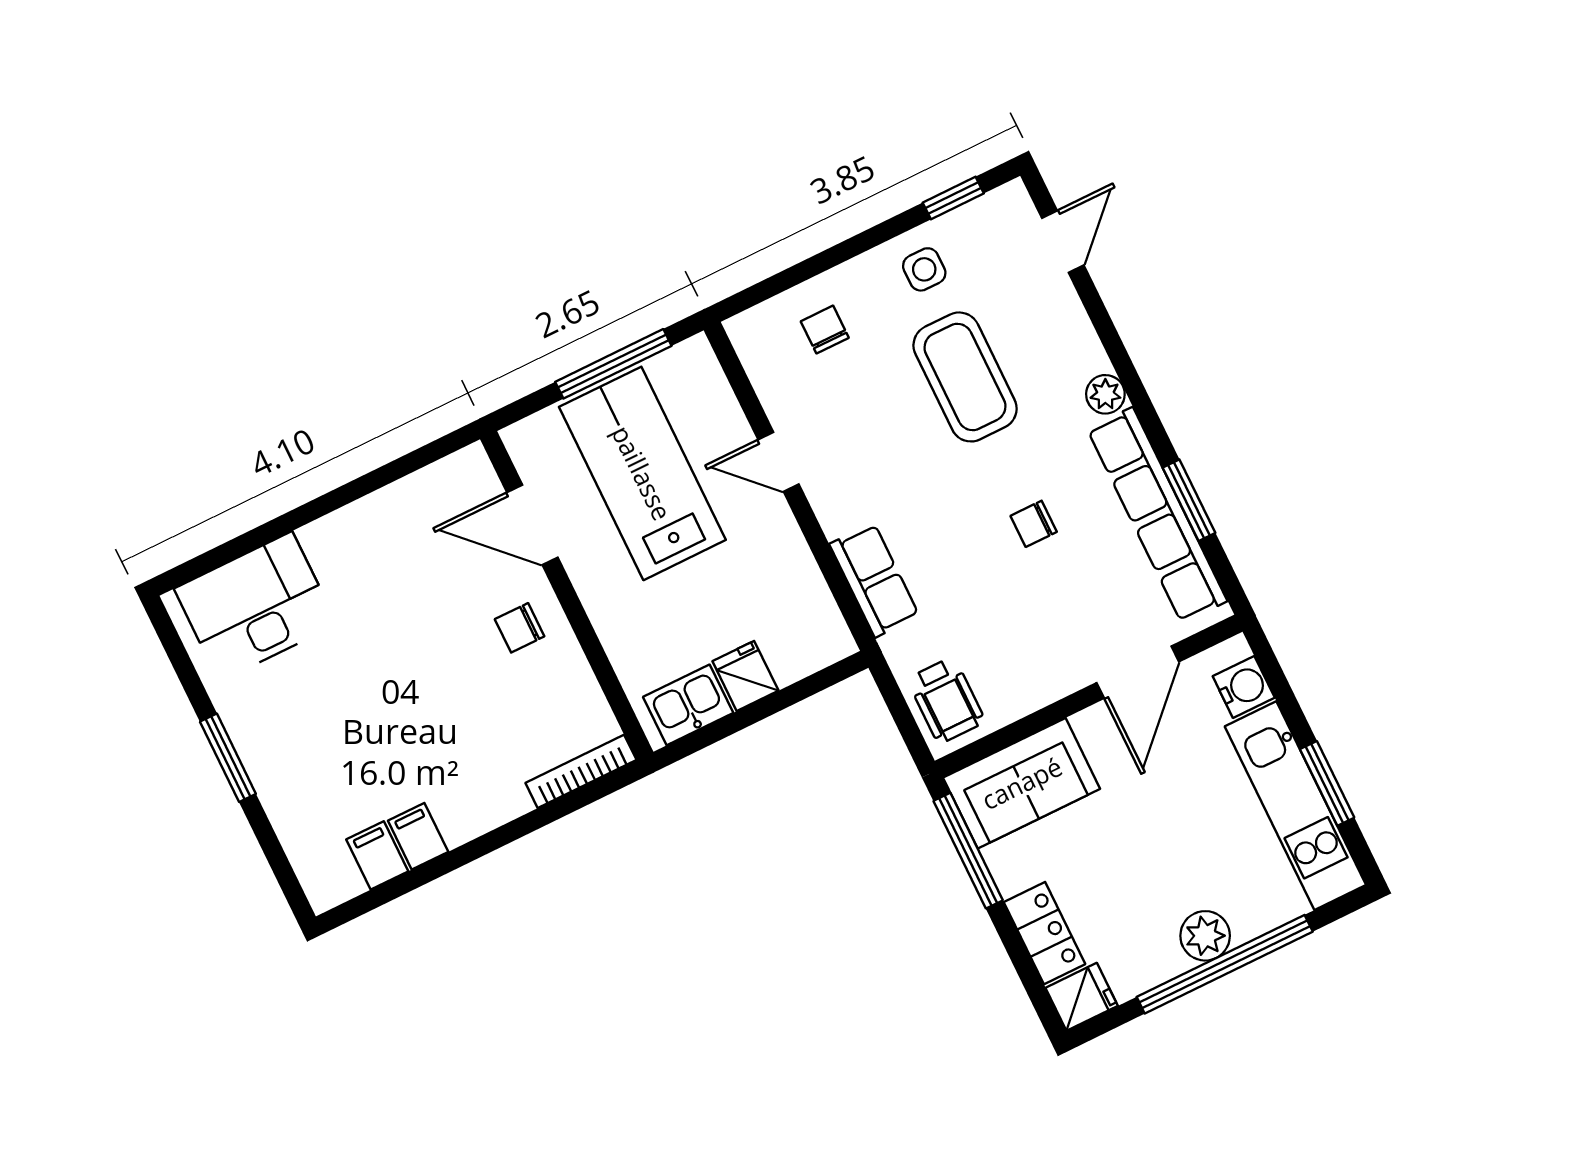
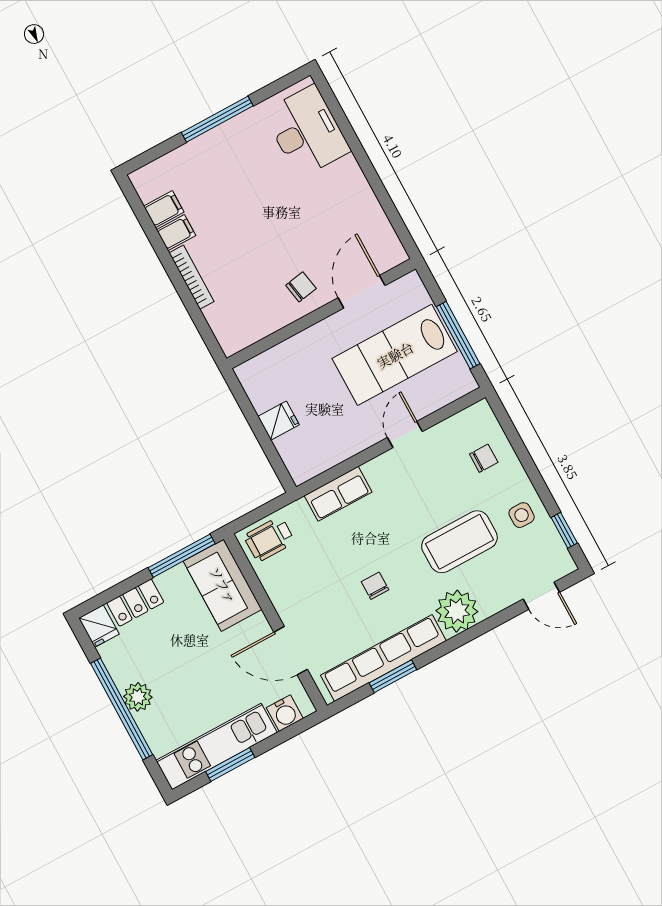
plant: (1105, 394) -> (457, 611), width x1.88, depth x1.88
lab bench: (642, 473) -> (395, 355), turned 180
chair: (520, 628) -> (301, 287), turned 80
kitchen sink: (688, 705) -> (260, 388), removed
window: (228, 758) -> (217, 119), width x1.44
bookcase: (581, 771) -> (191, 277), moved

